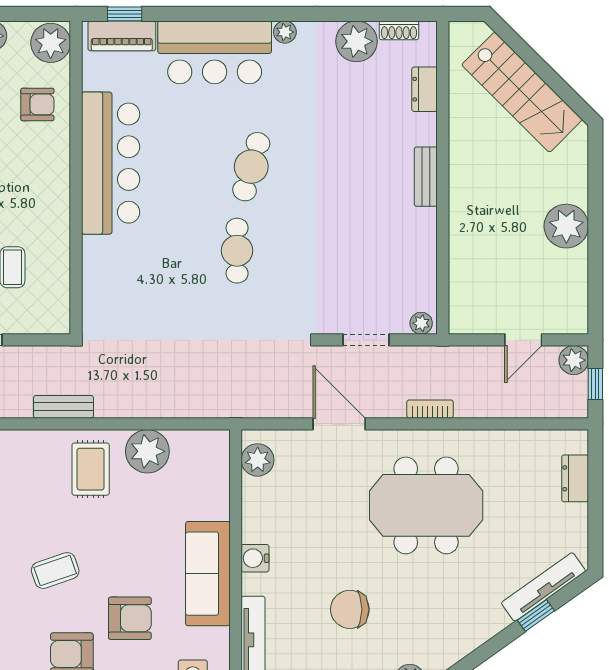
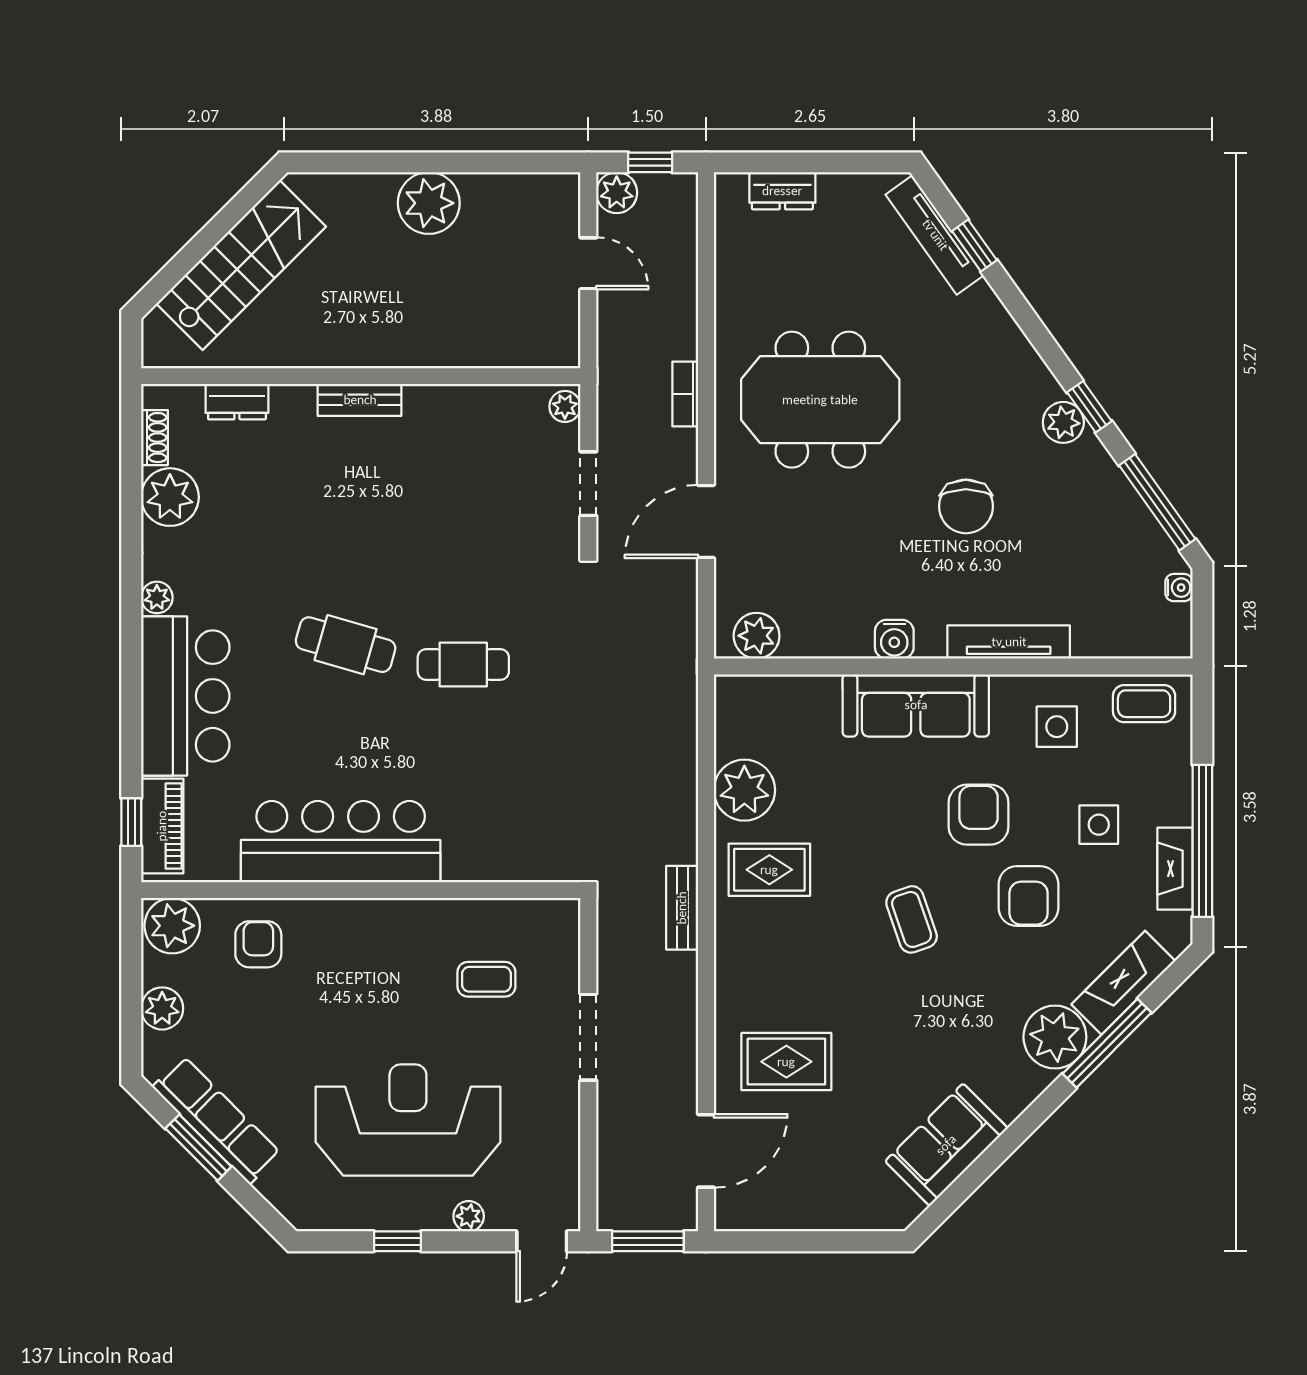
meeting table: (426, 505) -> (820, 400), turned 90

